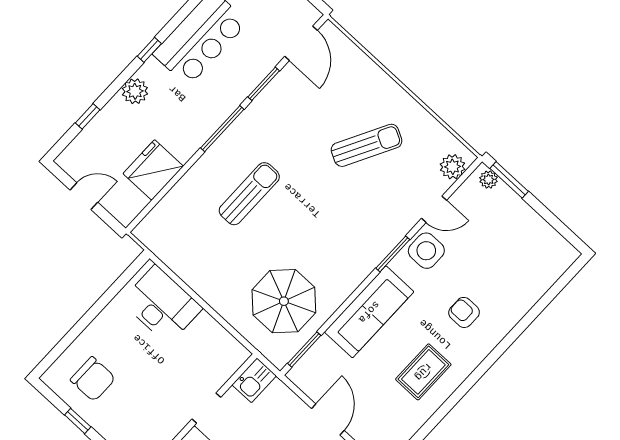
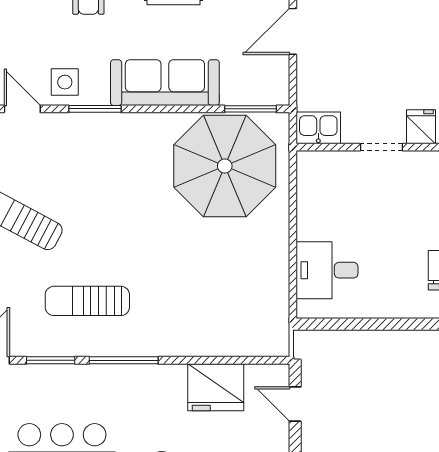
sun lounger: (249, 194) -> (87, 301), moved
door: (84, 196) -> (295, 404), moved
side table: (426, 251) -> (65, 82), width x0.73, depth x0.73
parasol: (284, 301) -> (225, 166), width x1.36, depth x1.36
desk: (162, 305) -> (327, 270), width x0.73

